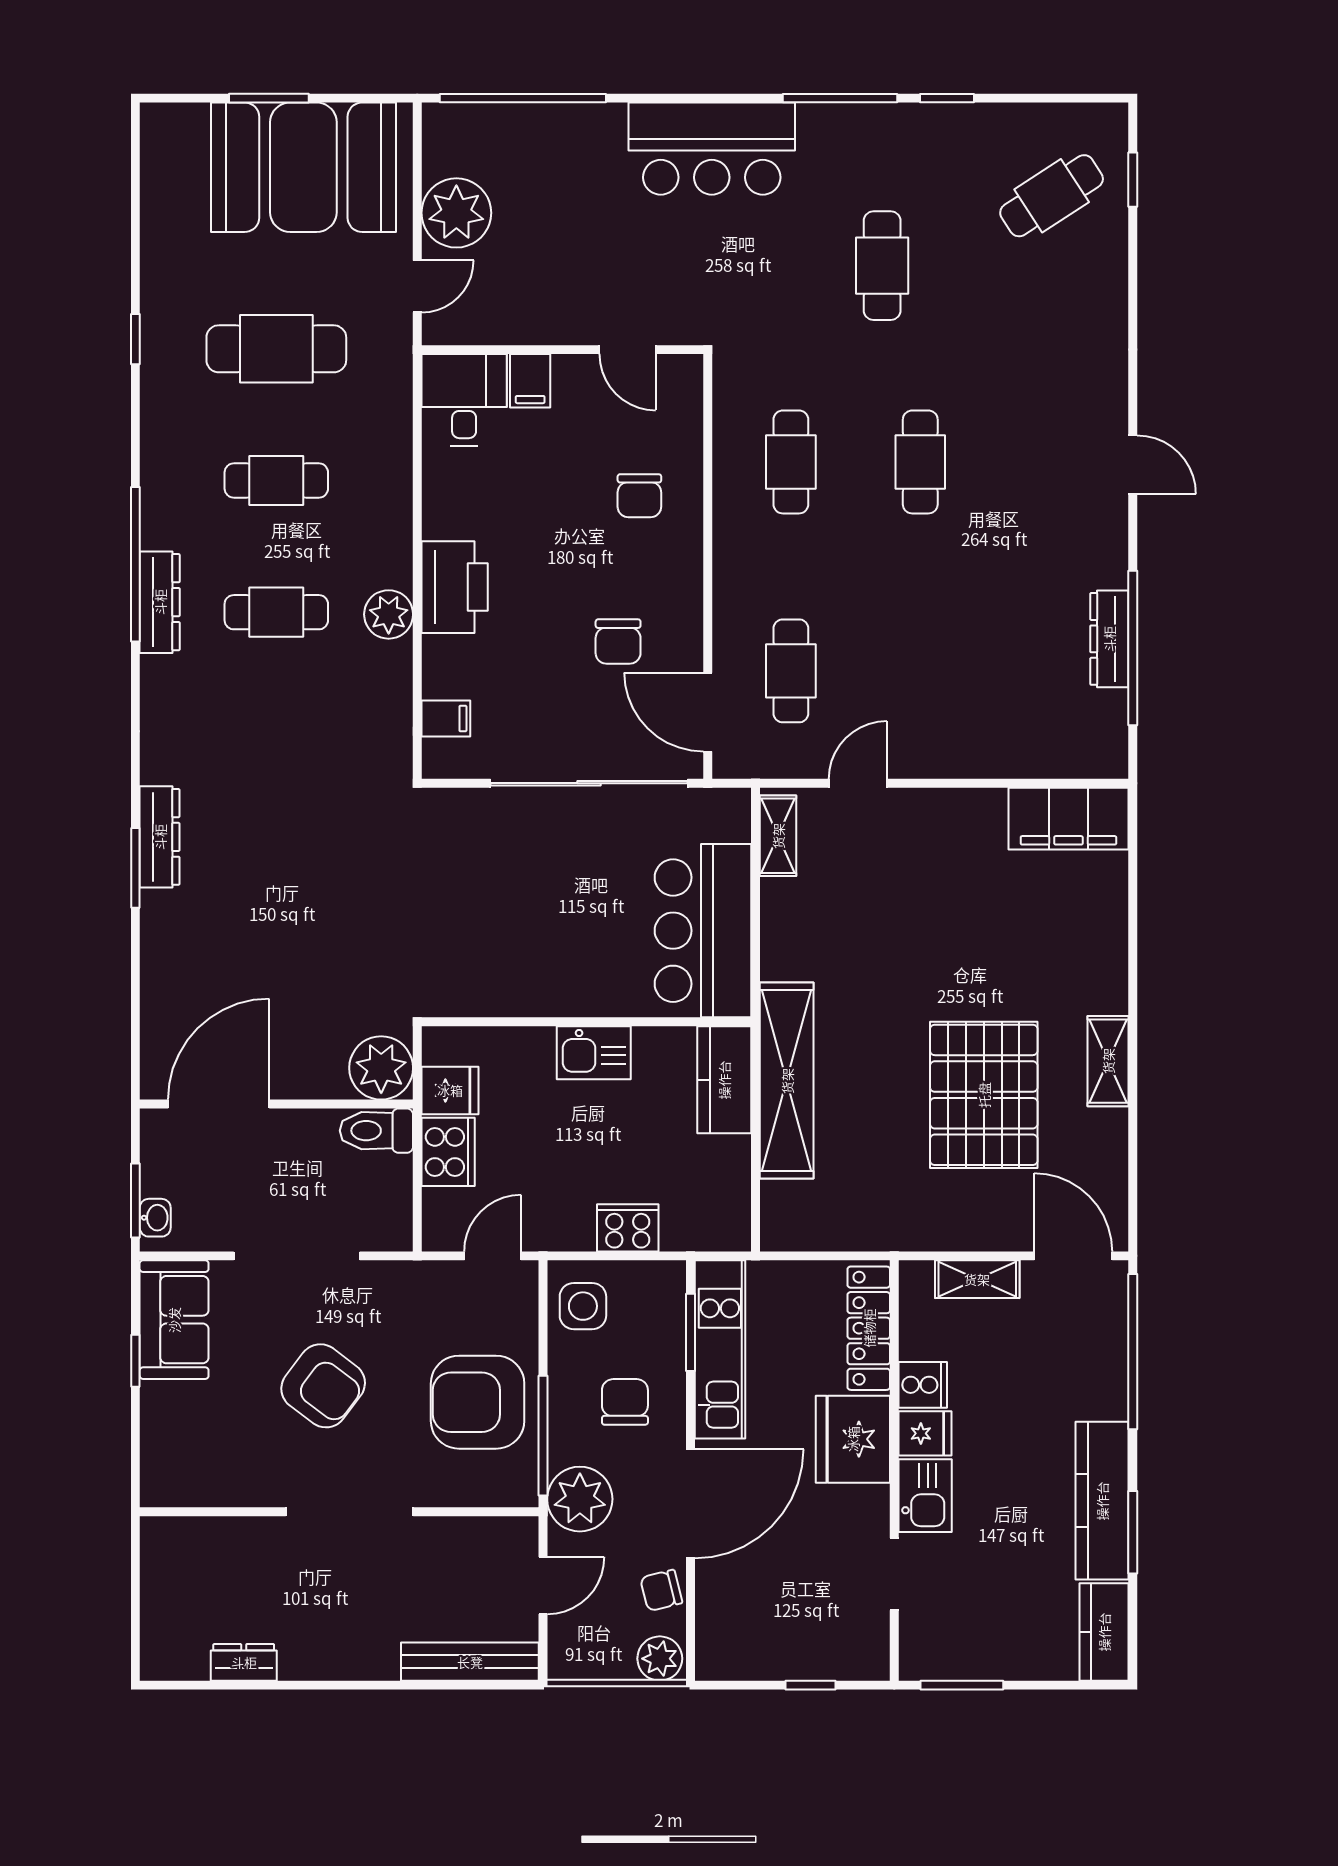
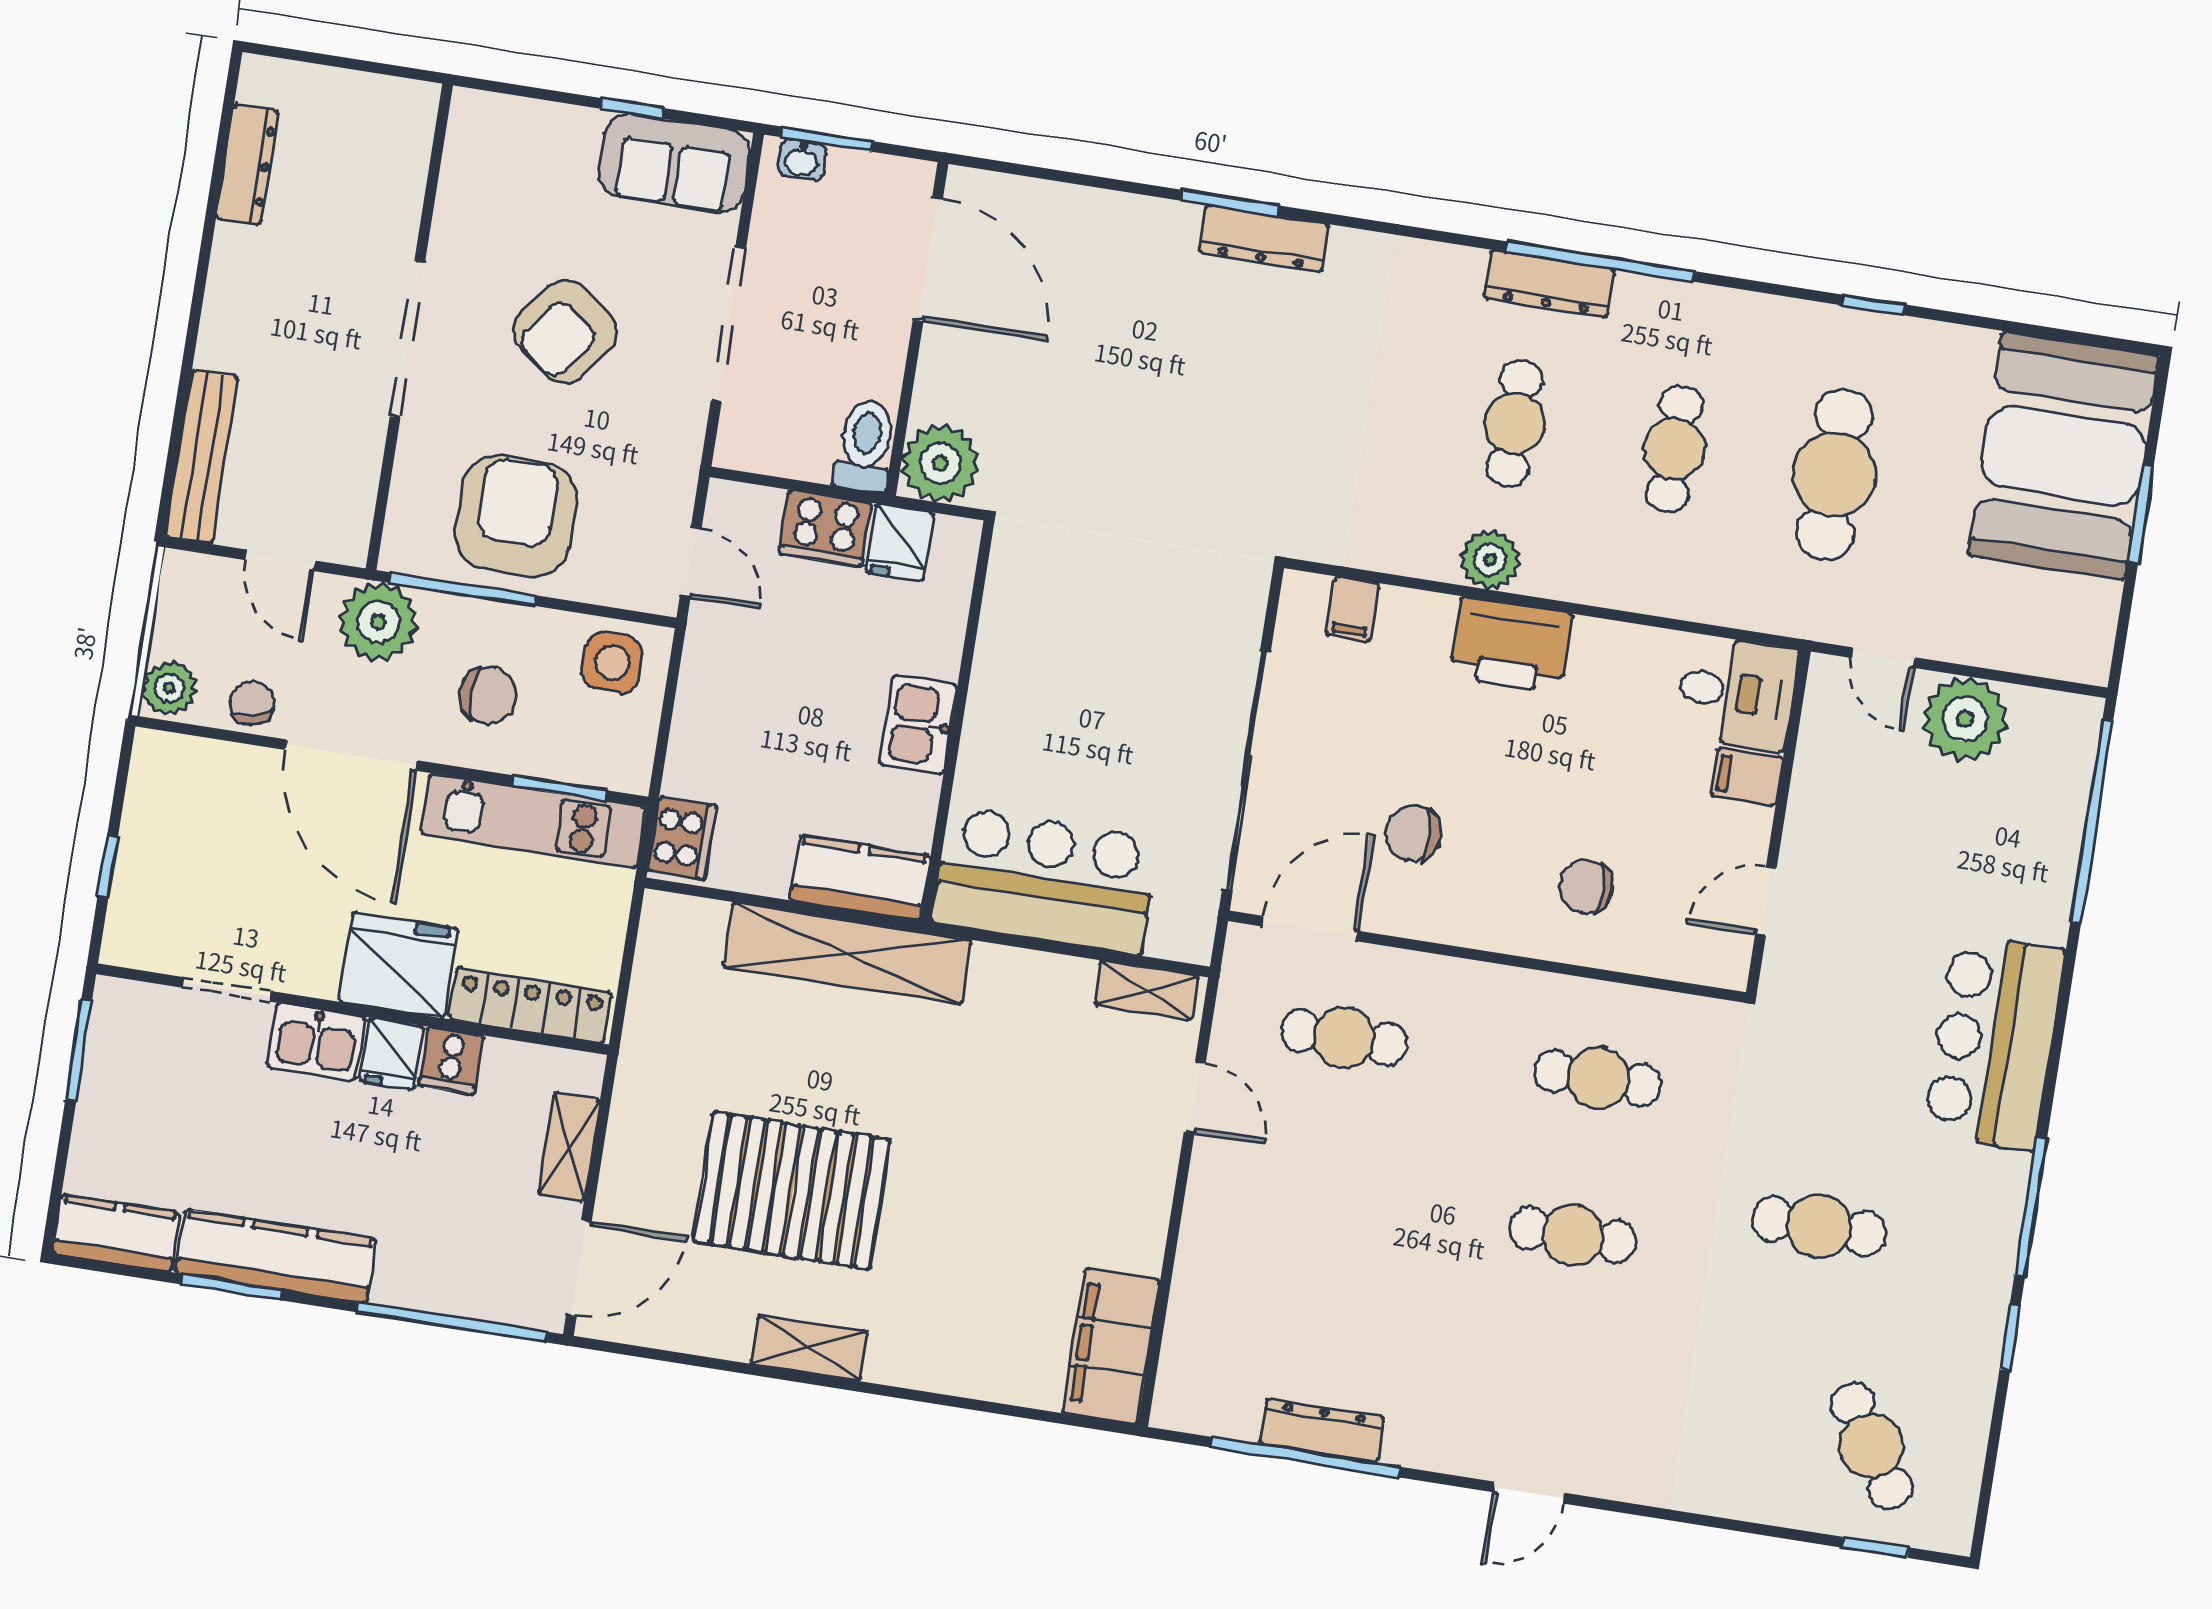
booth: (303, 167) -> (2064, 455), moved
cooker: (628, 1228) -> (682, 838), moved
dresser: (244, 1662) -> (247, 164), width x1.44

